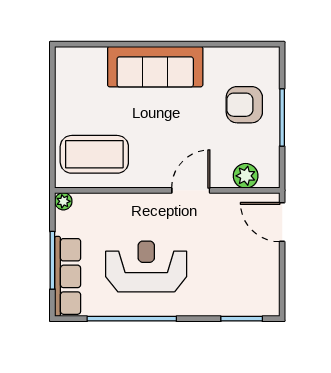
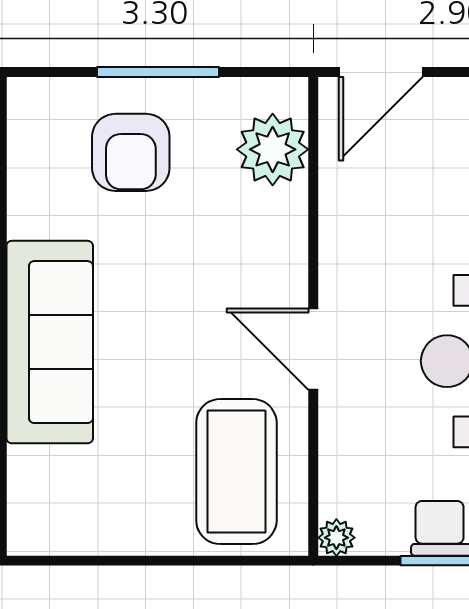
plant: (246, 176) -> (273, 149), width x1.36, depth x1.36
door: (191, 190) -> (313, 349), moved

